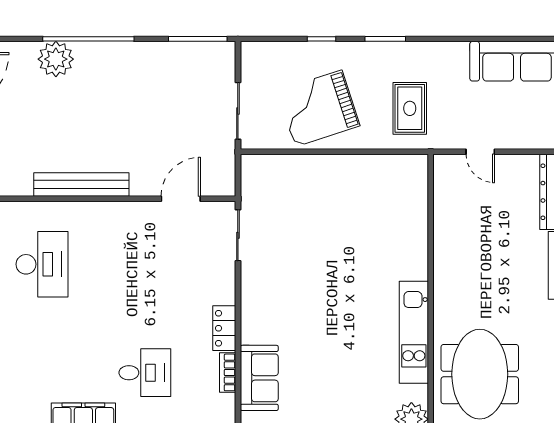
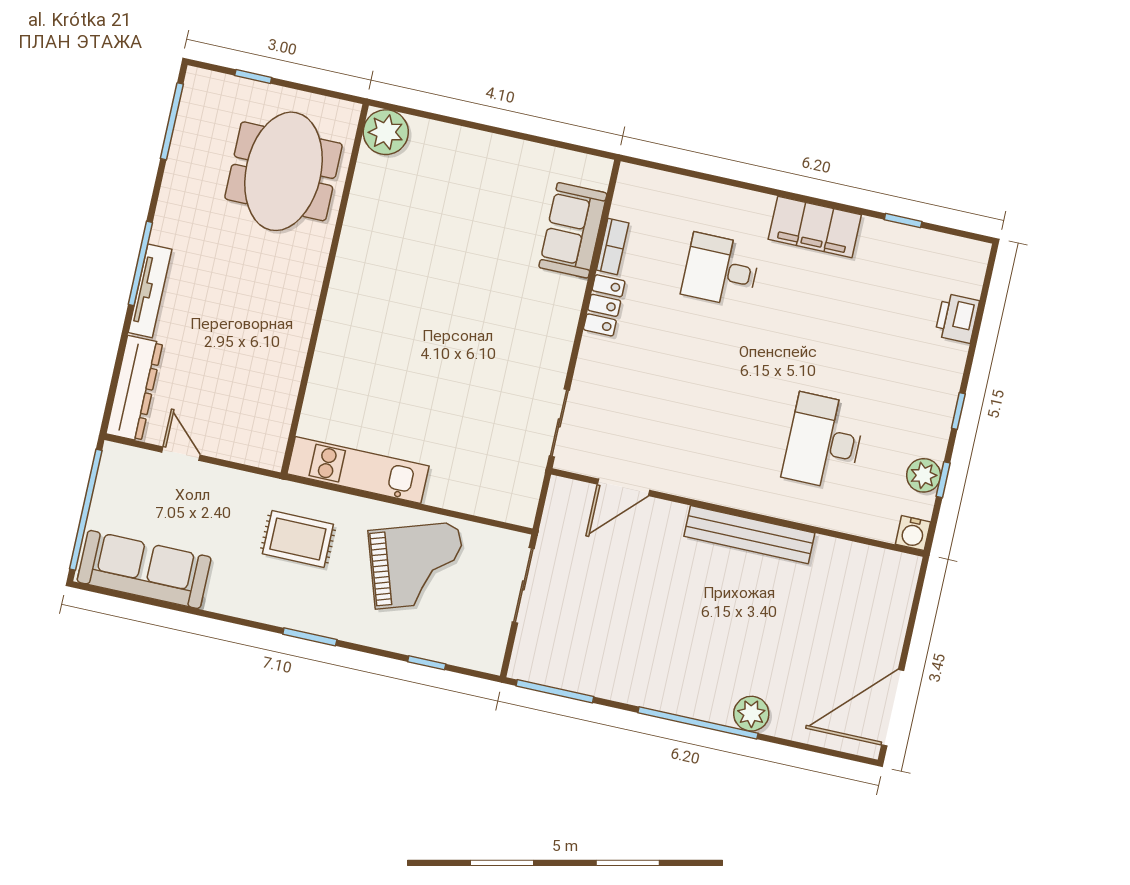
window: (322, 39) -> (427, 663), moved
plant: (56, 59) -> (751, 714), width x0.73, depth x0.73
rug: (410, 108) -> (298, 539), turned 90
door: (480, 152) -> (181, 454), moved
kitchen unit: (414, 332) -> (358, 470), moved, turned -90

